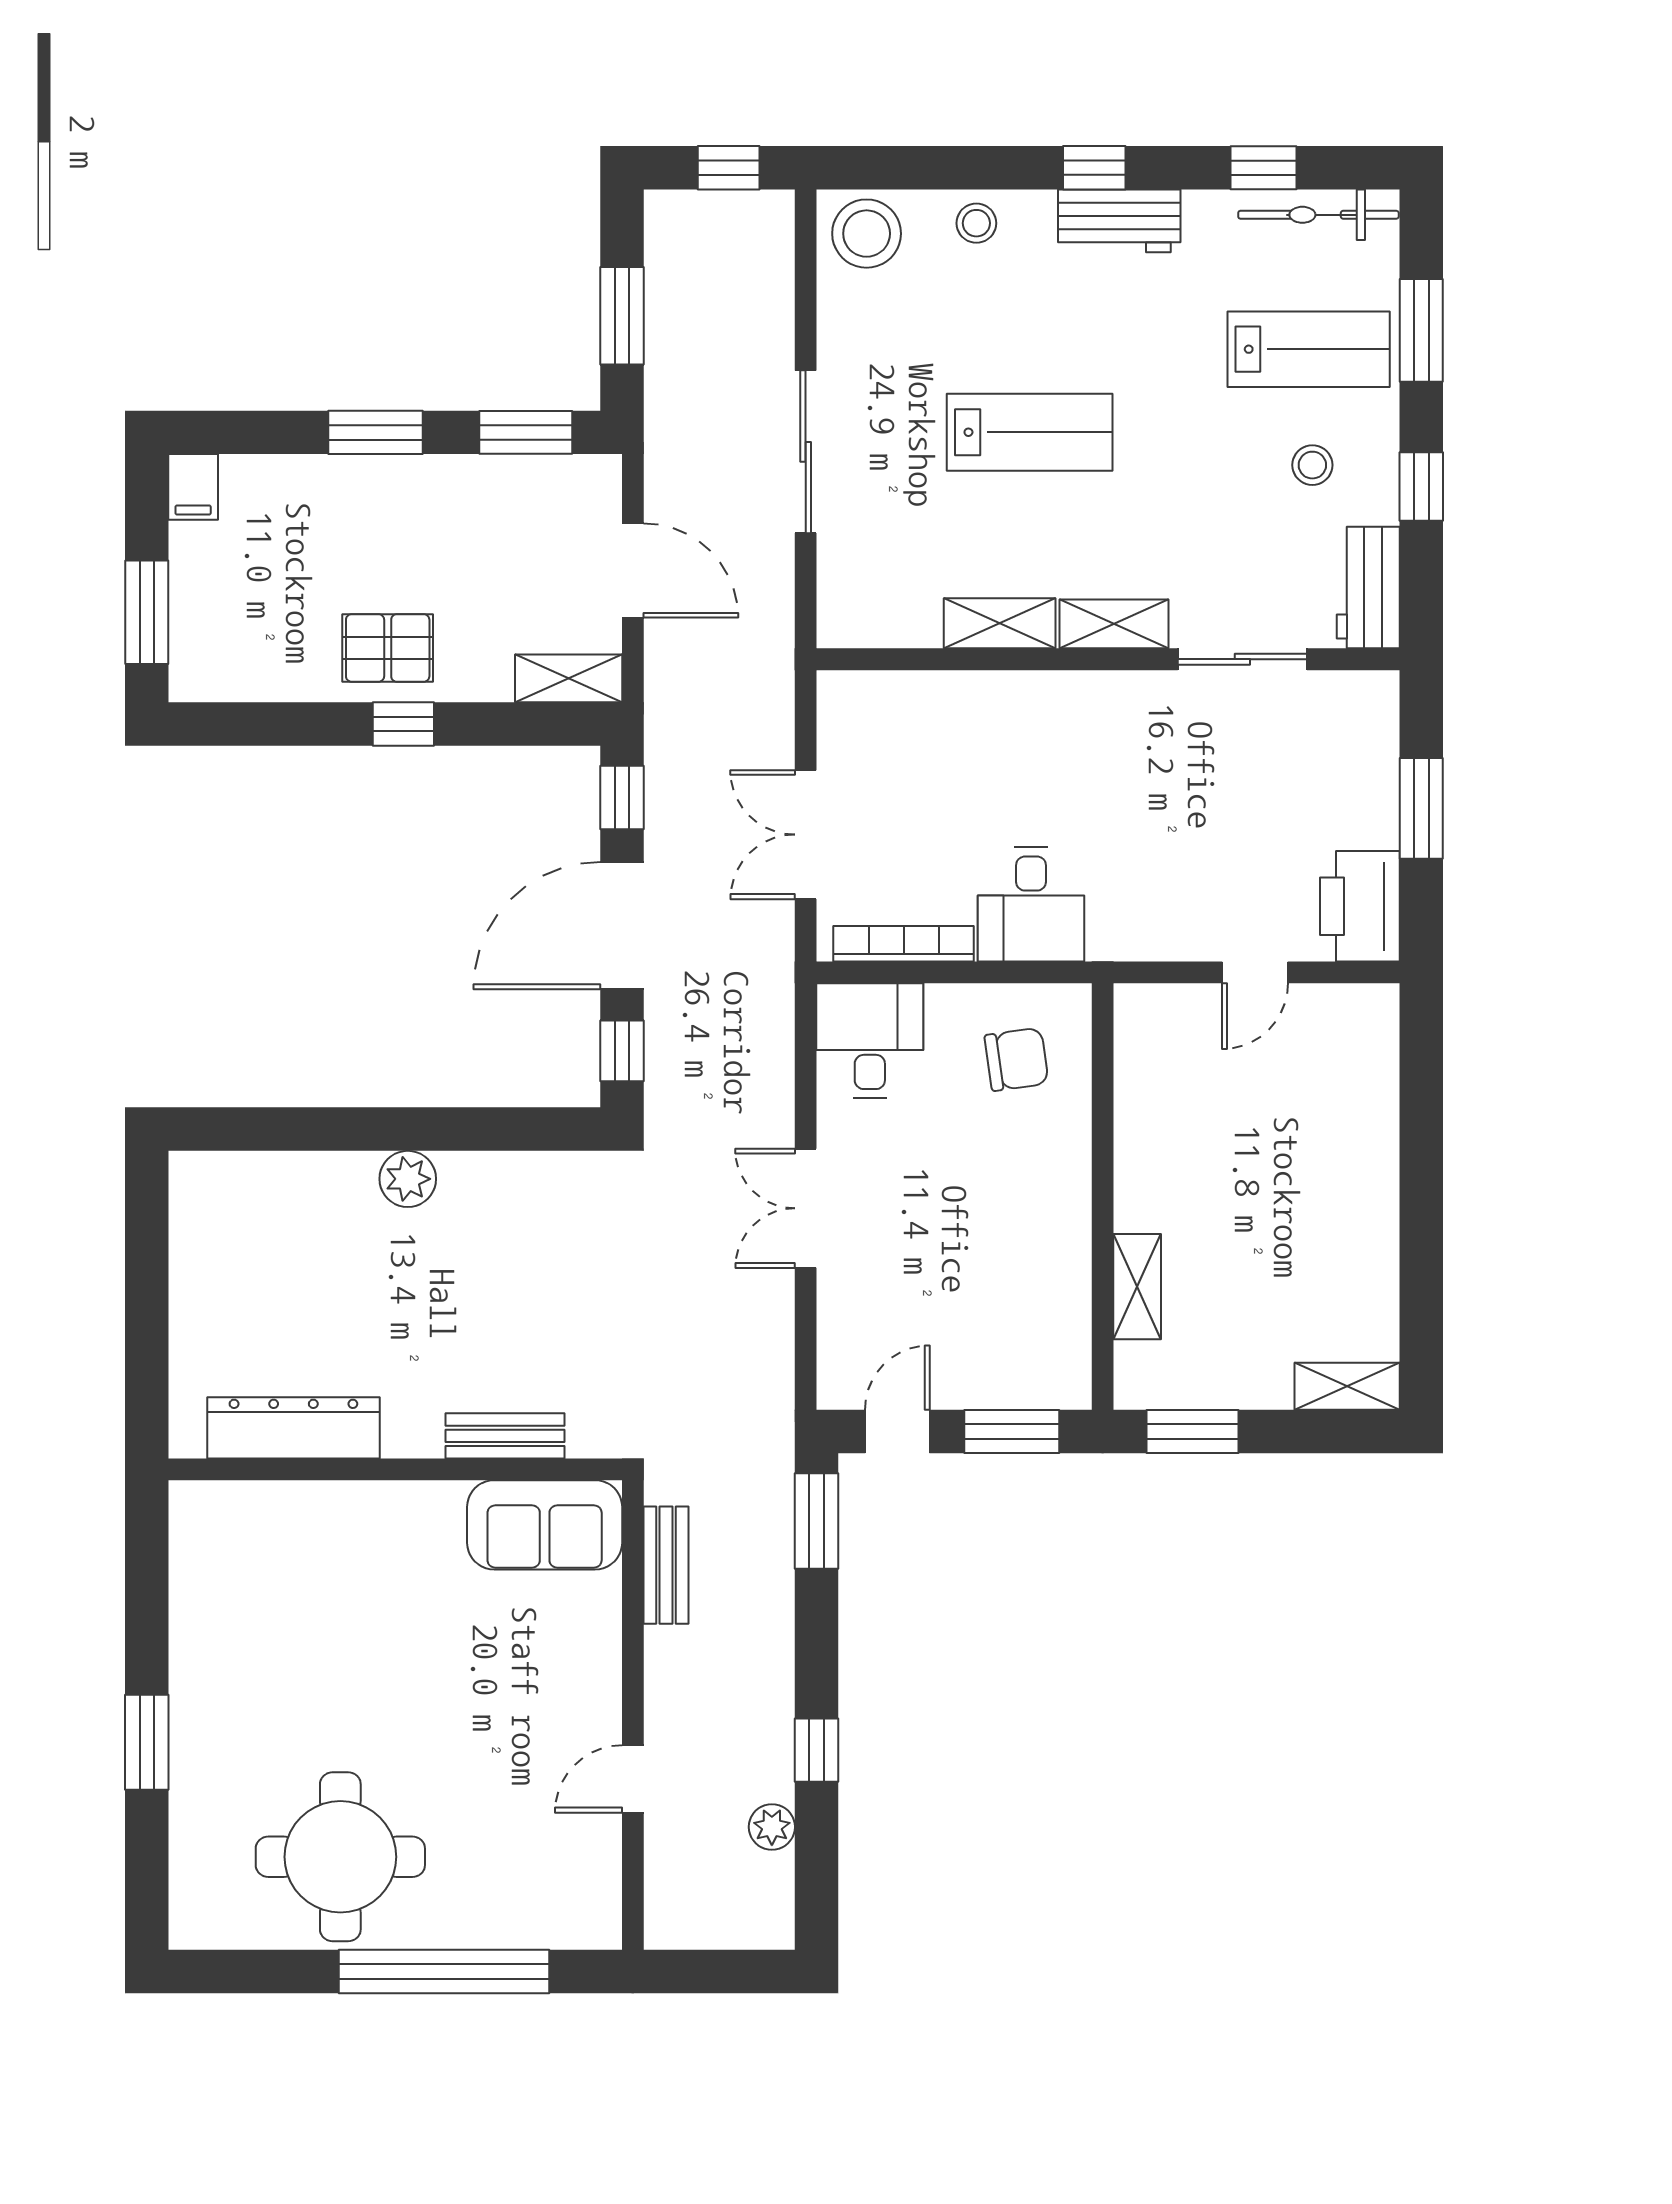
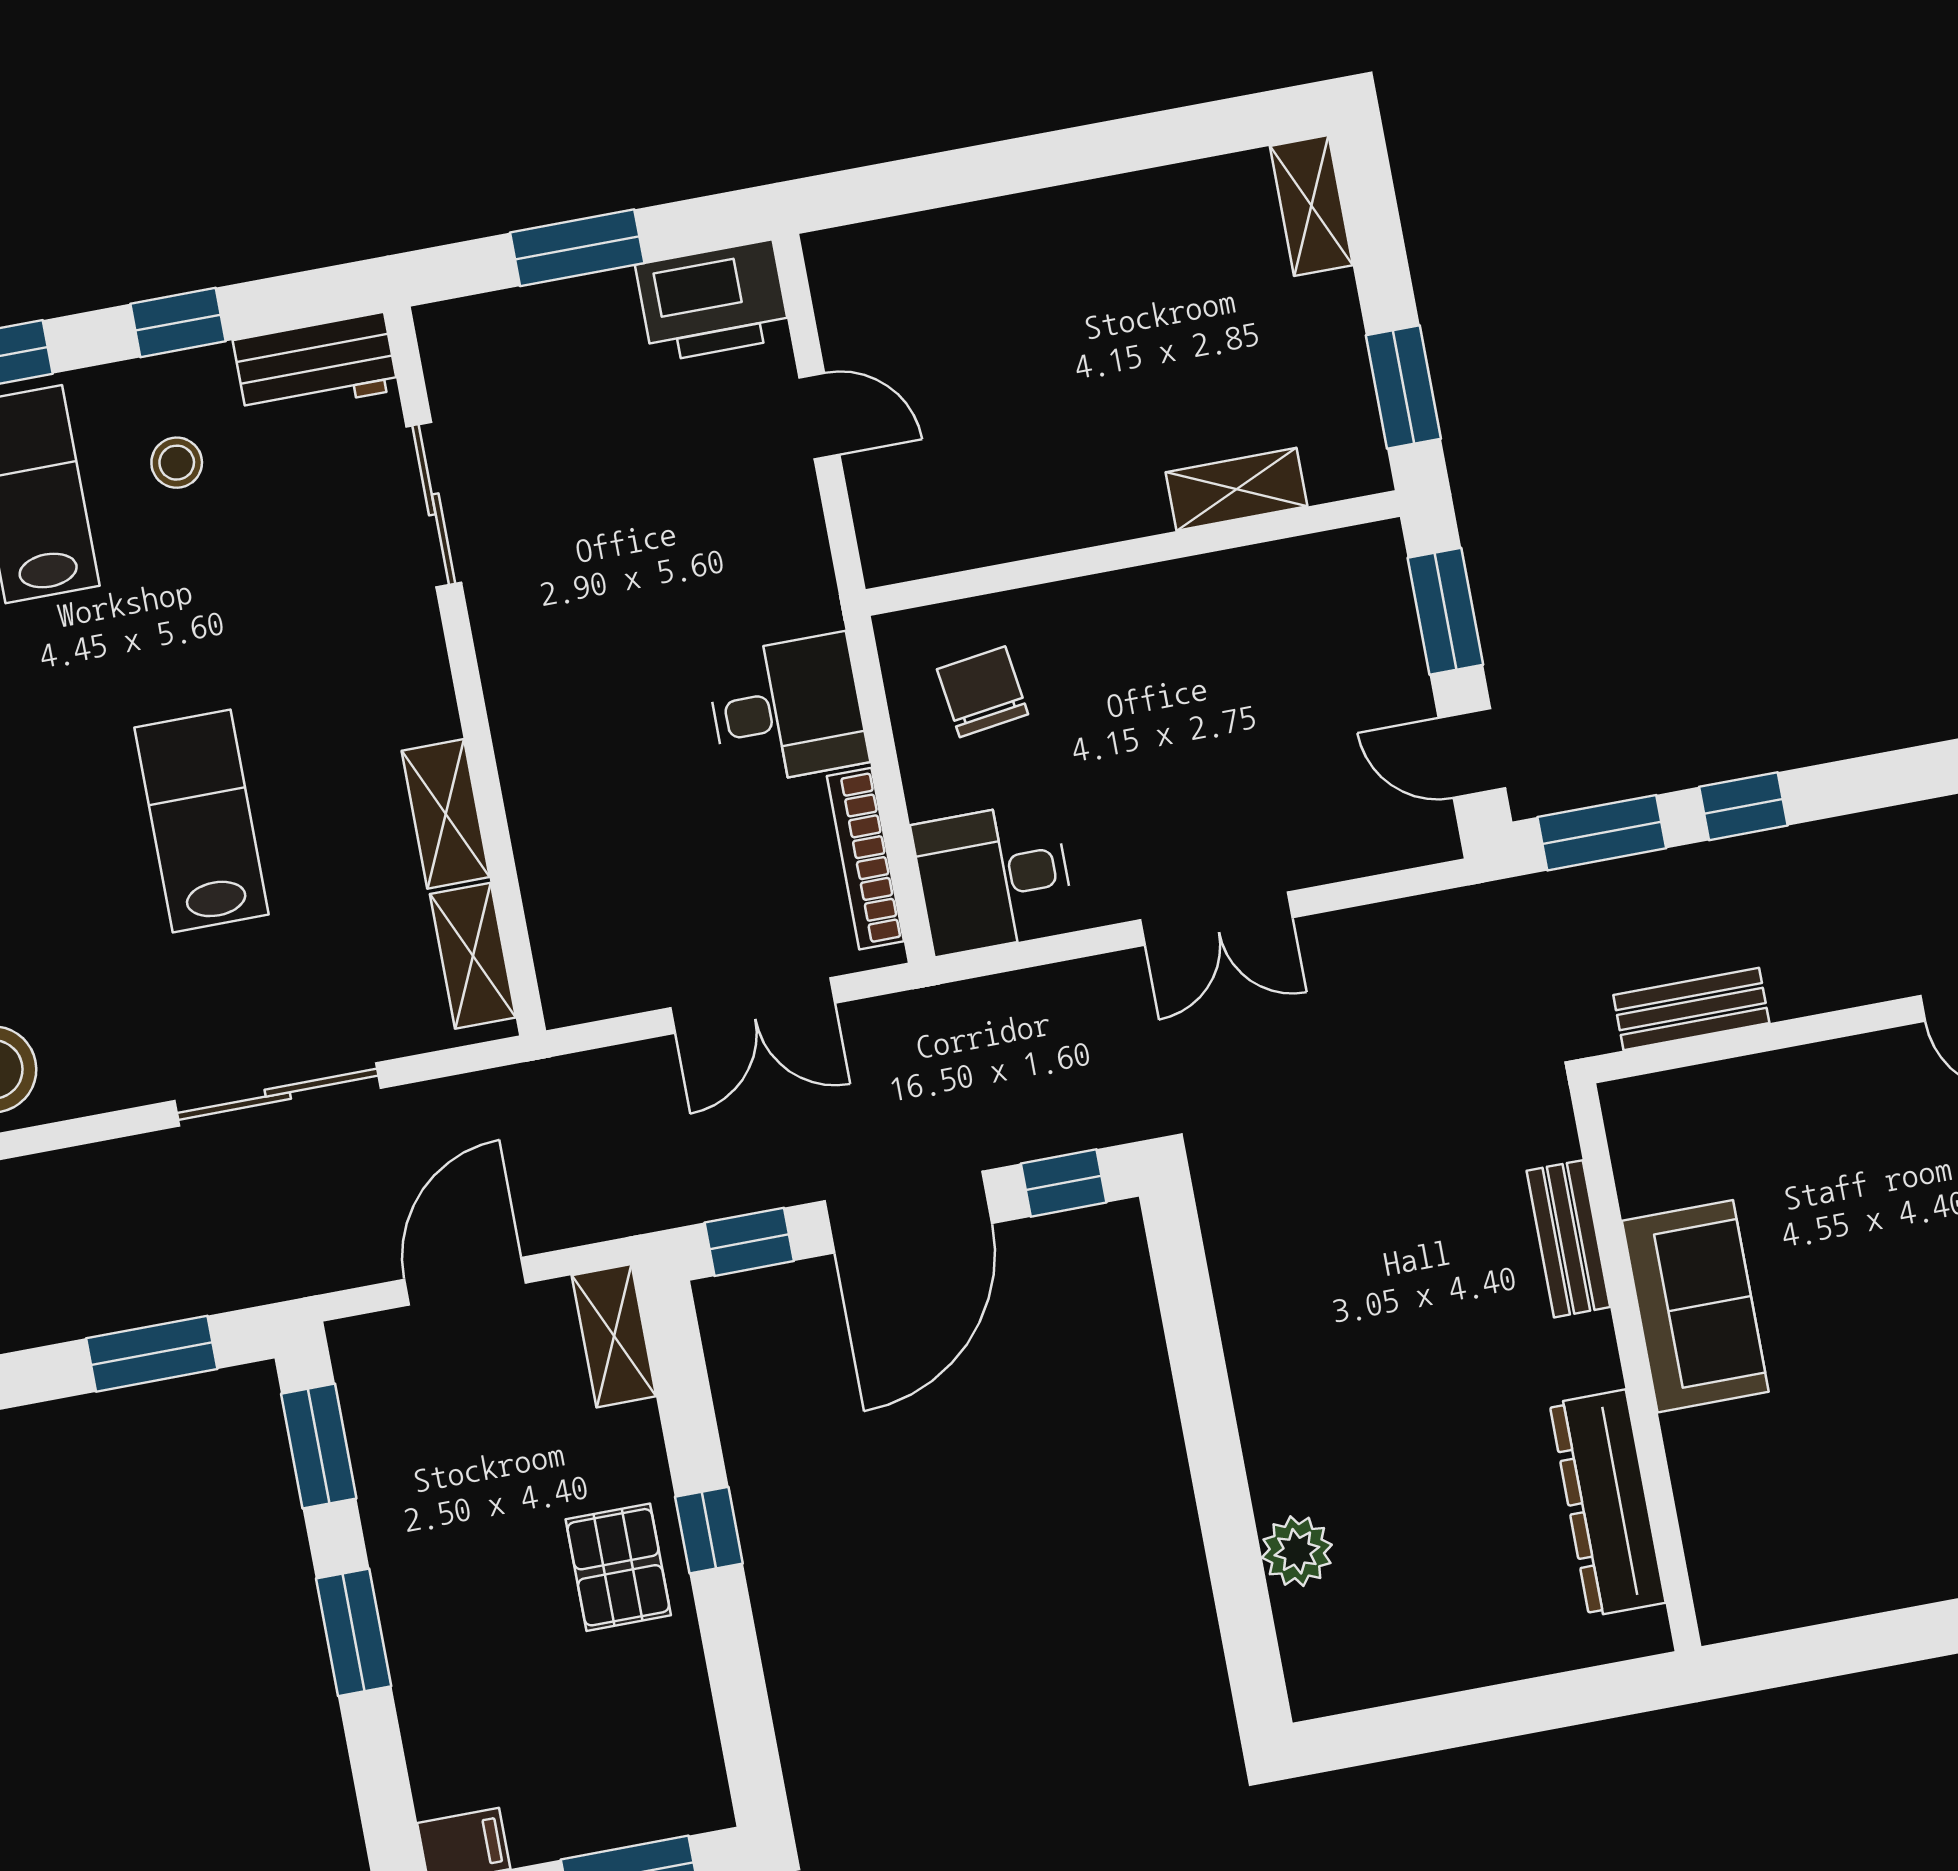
shelving: (1114, 624) -> (473, 956), moved
door: (622, 926) -> (908, 1212), hinge flipped
plant: (408, 1179) -> (1297, 1551), moved
sofa: (545, 1525) -> (1695, 1306), moved
window: (816, 1750) -> (1743, 806), moved

